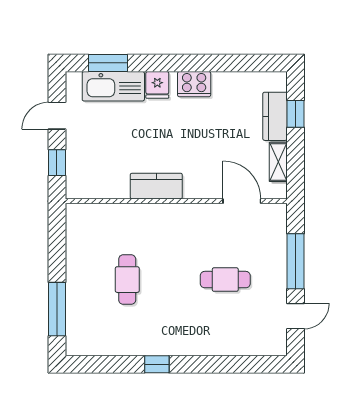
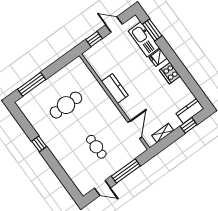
kitchen counter: (275, 116) -> (190, 111), moved
cafe table: (127, 280) -> (66, 105), width x1.37, depth x1.35

